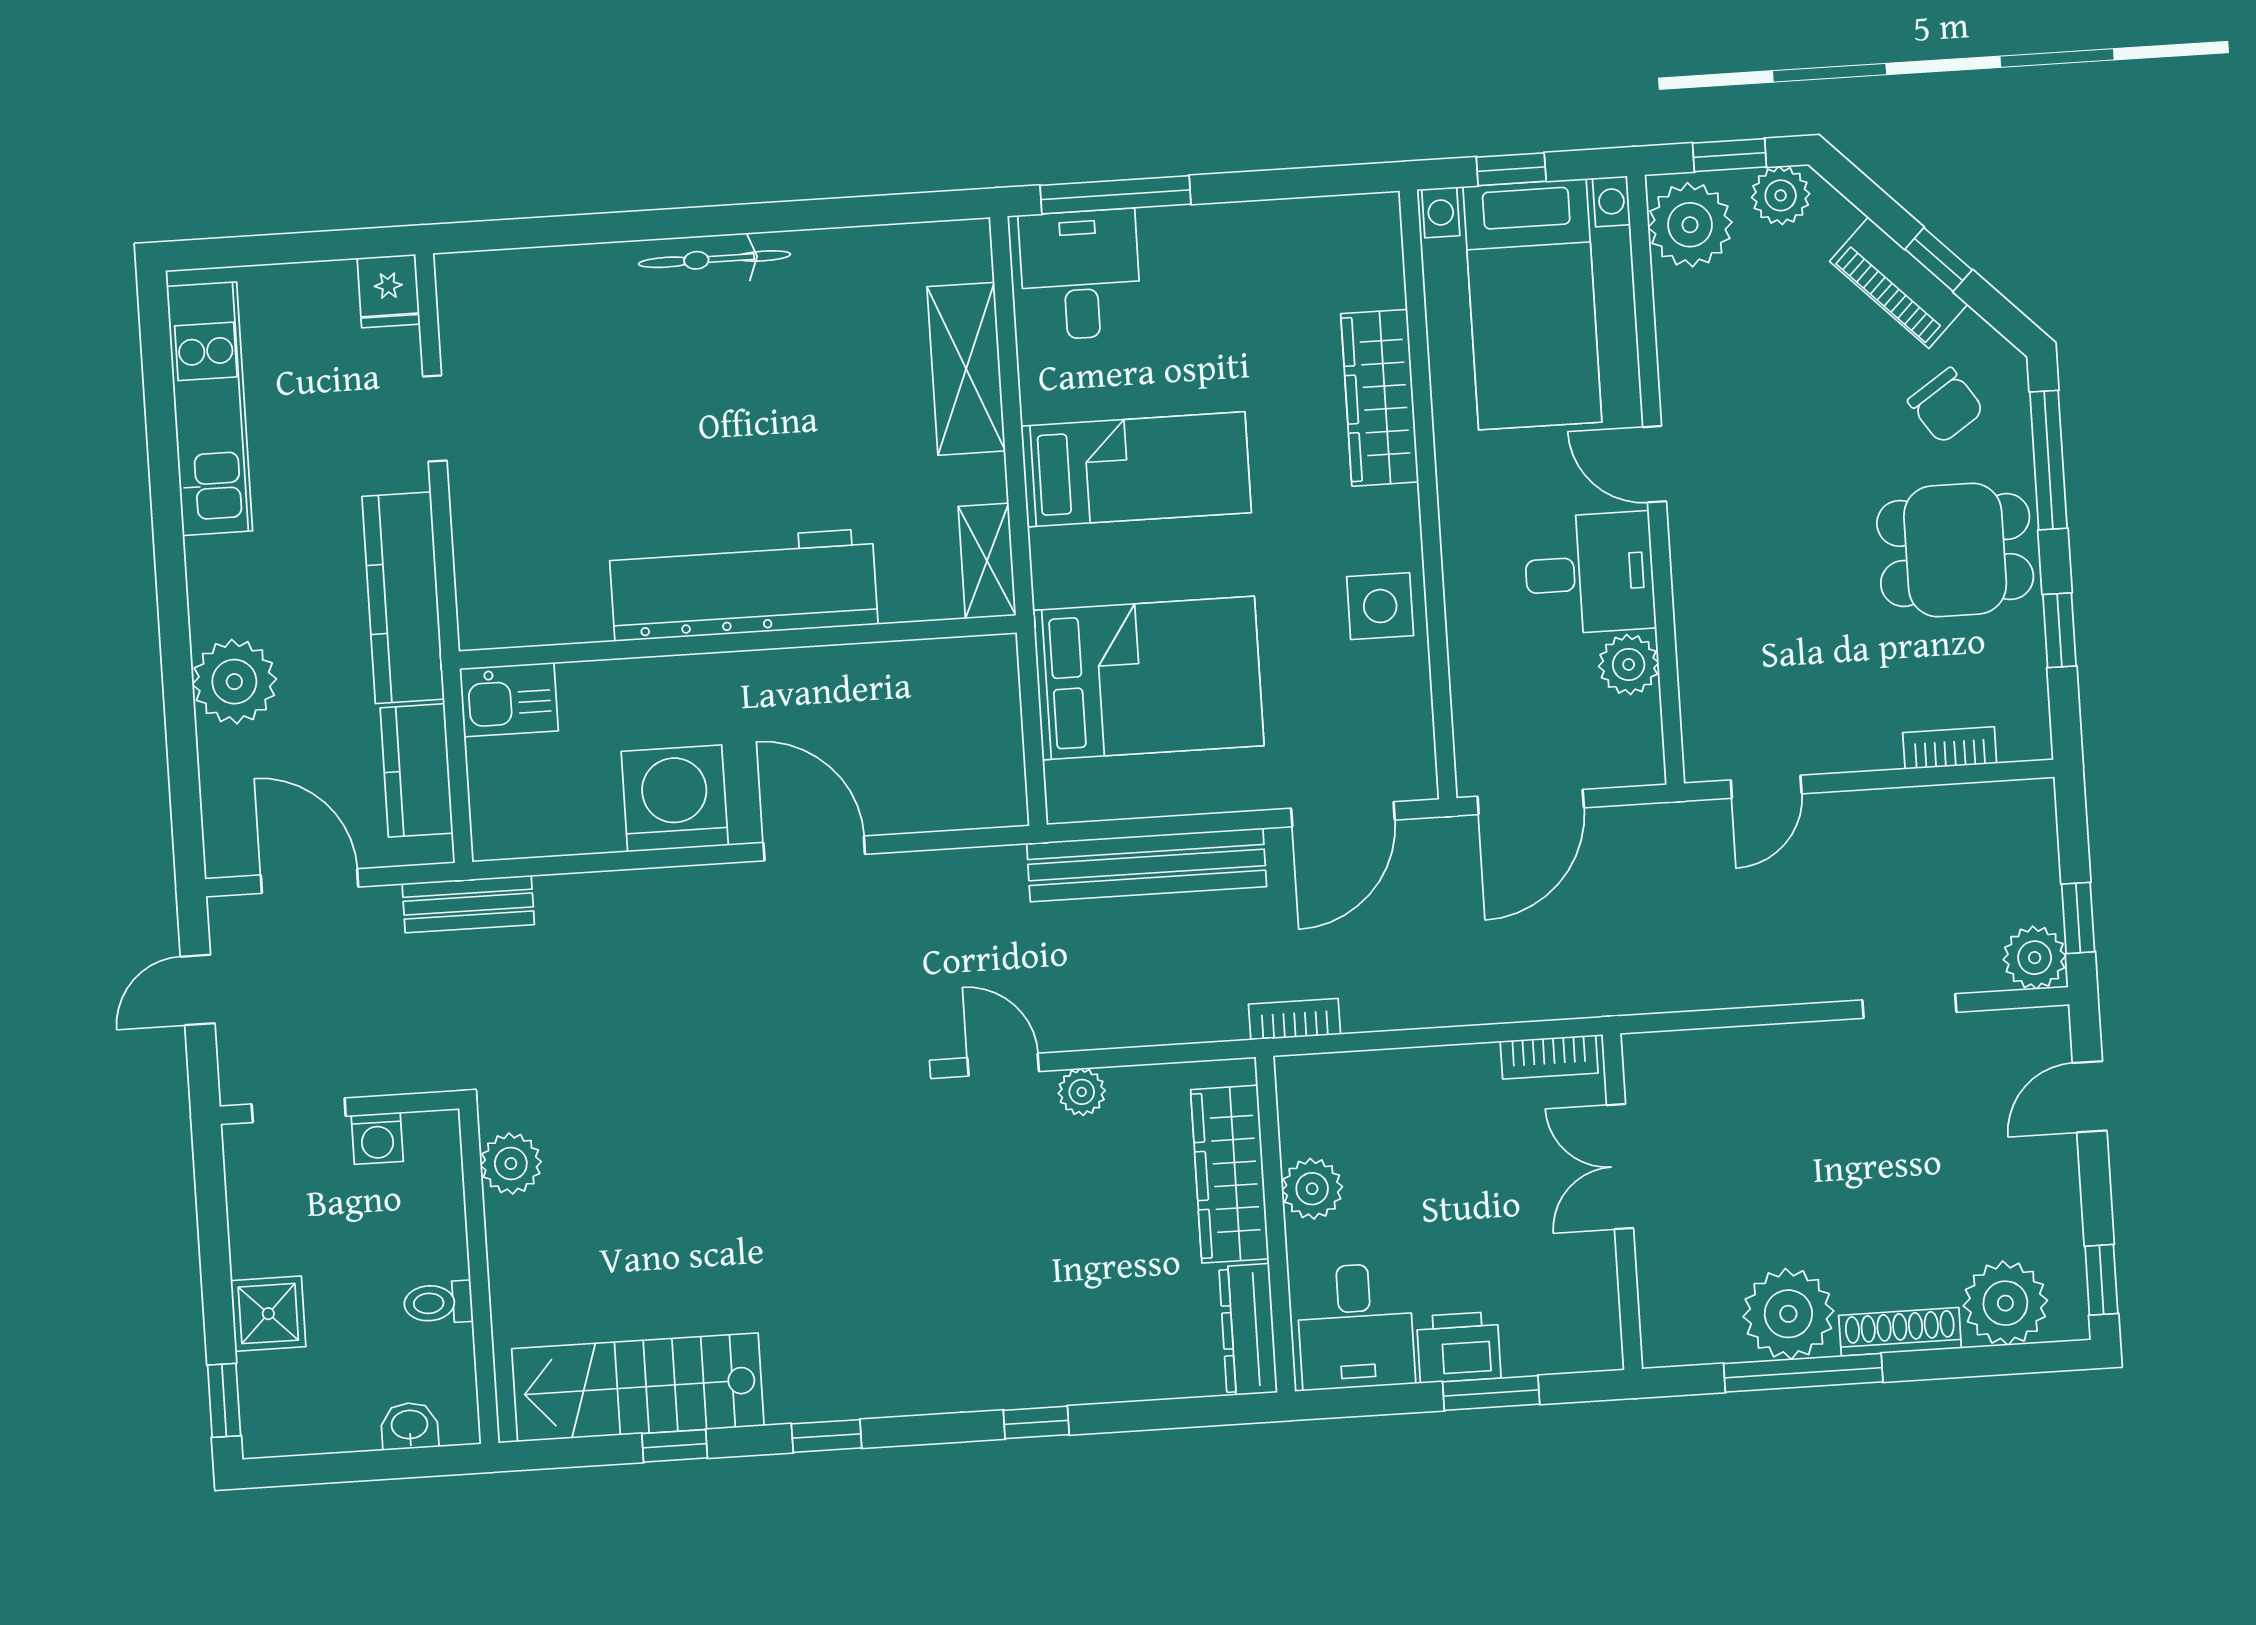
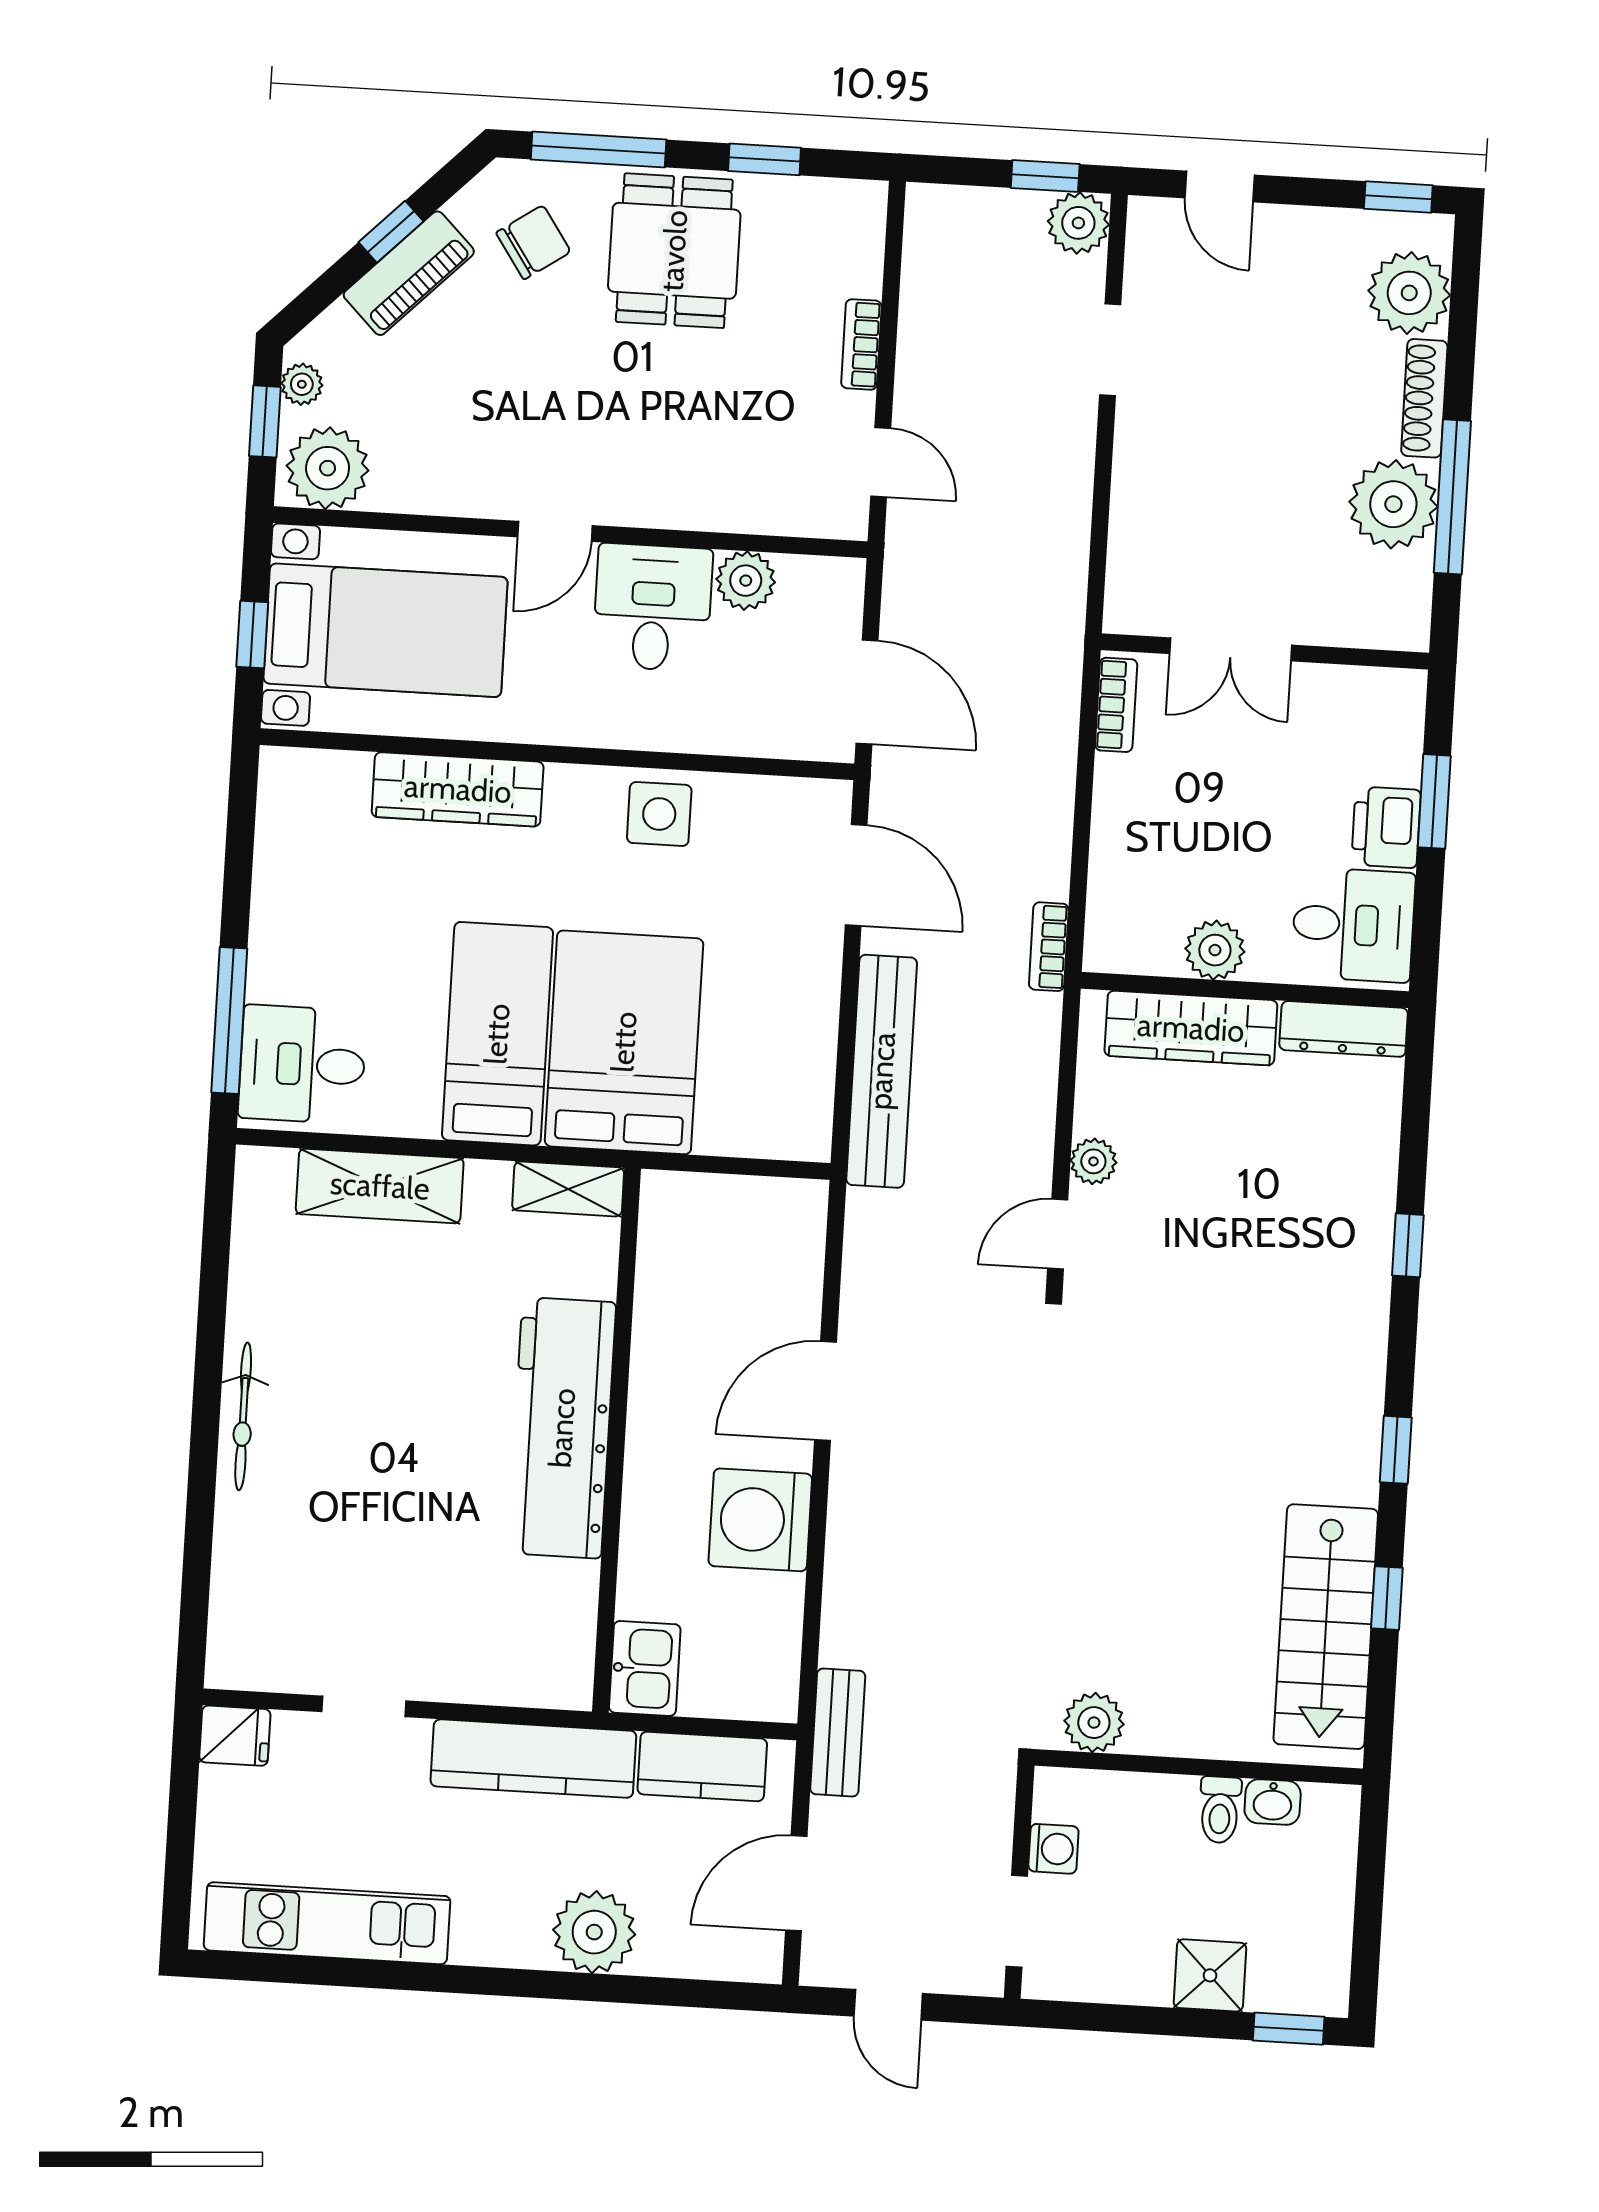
plant: (1781, 195) -> (302, 384), width x0.73, depth x0.73
bed: (1148, 678) -> (624, 1042), moved
bookcase: (1950, 748) -> (861, 344), moved
washbasin: (410, 1426) -> (1273, 1802), moved, turned -90

